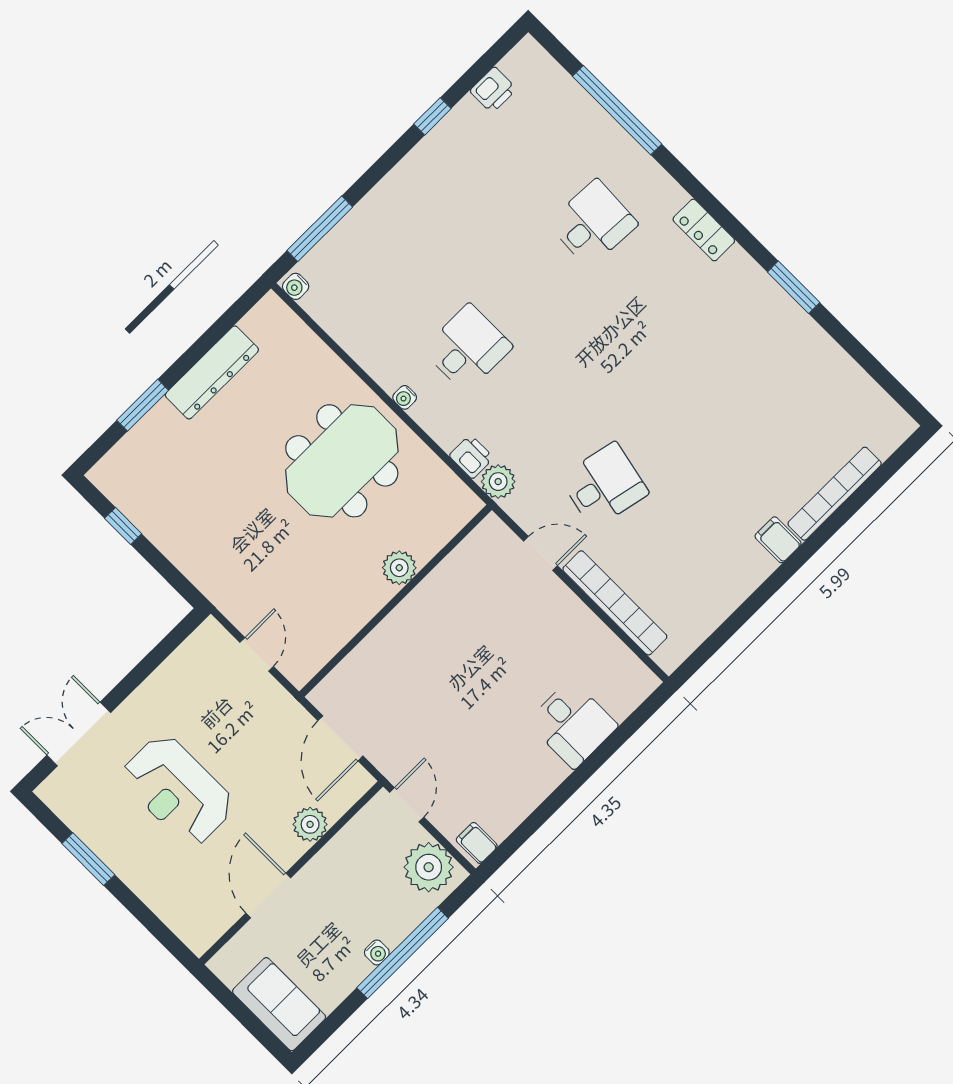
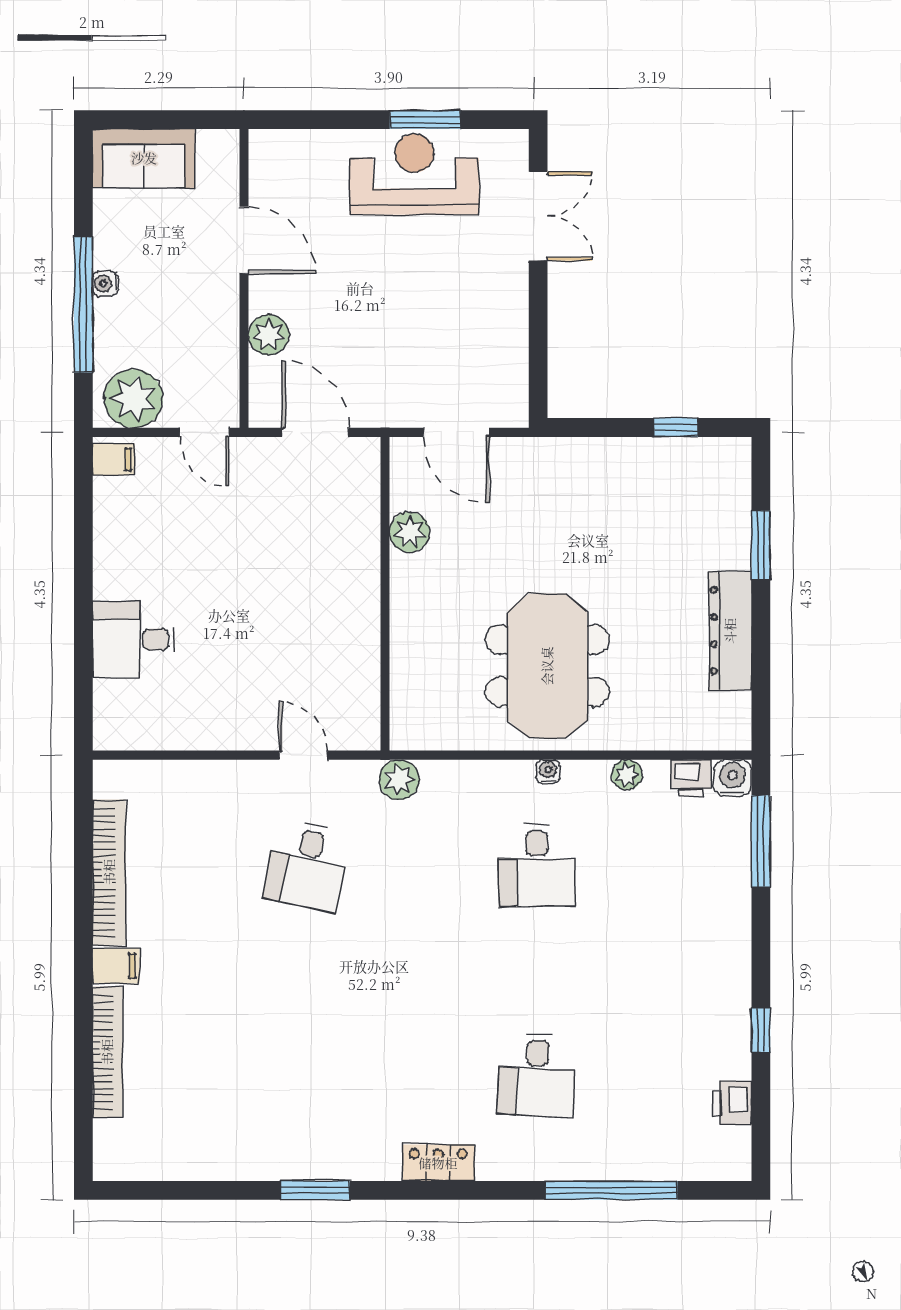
water cooler: (296, 286) -> (733, 778), width x1.38, depth x1.38
plant: (360, 348) -> (627, 775), added
printer: (471, 457) -> (691, 778), moved
door: (541, 553) -> (303, 755), swing flipped
plant: (399, 568) -> (410, 532), moved
bookcase: (615, 603) -> (109, 872), moved, turned -90
door: (257, 654) -> (456, 432), width x1.38
reception desk: (177, 790) -> (414, 174), moved

